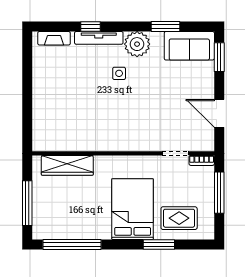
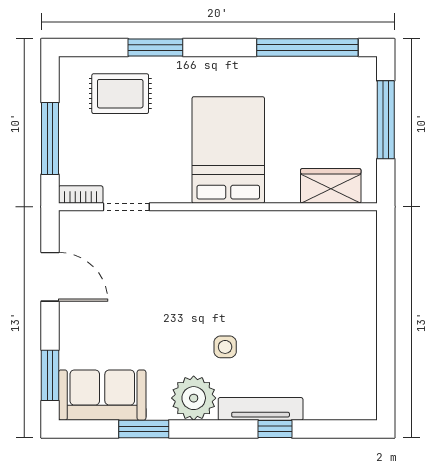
fireplace: (54, 38) -> (339, 408), removed
wardrobe: (67, 165) -> (331, 186), width x0.67
bed: (133, 209) -> (228, 150), moved, turned 180

